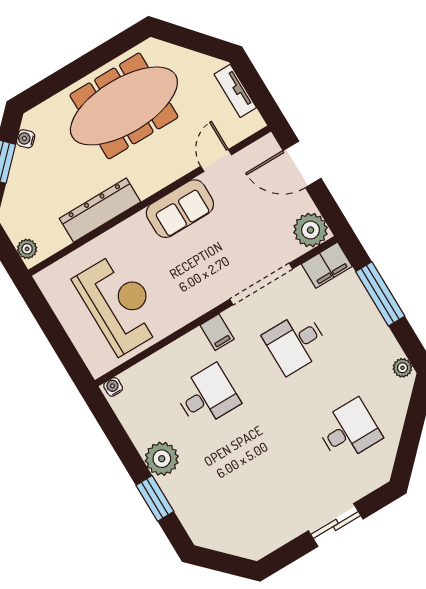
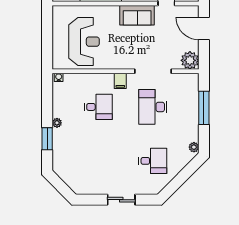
filing cabinet: (327, 265) -> (188, 81), removed
desk: (296, 343) -> (153, 107), width x1.37
plant: (162, 459) -> (57, 123), width x0.53, depth x0.53

